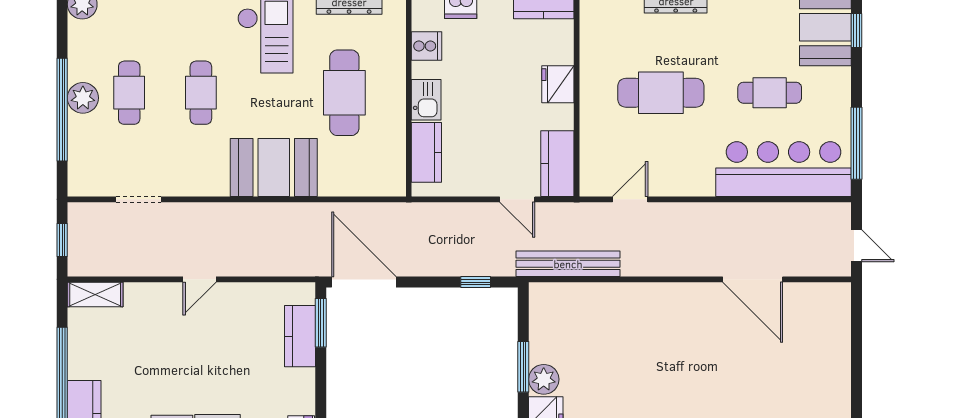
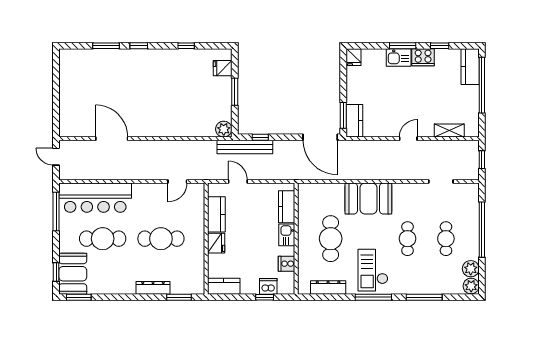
cafe table: (770, 93) -> (103, 239), width x1.37, depth x1.35
plant: (83, 98) -> (471, 269), moved
kitchen counter: (557, 164) -> (216, 214), moved
bench: (568, 264) -> (245, 147), moved
shelving: (95, 294) -> (449, 131), moved
kitchen counter: (300, 336) -> (354, 121), moved
plant: (544, 379) -> (224, 129), moved

